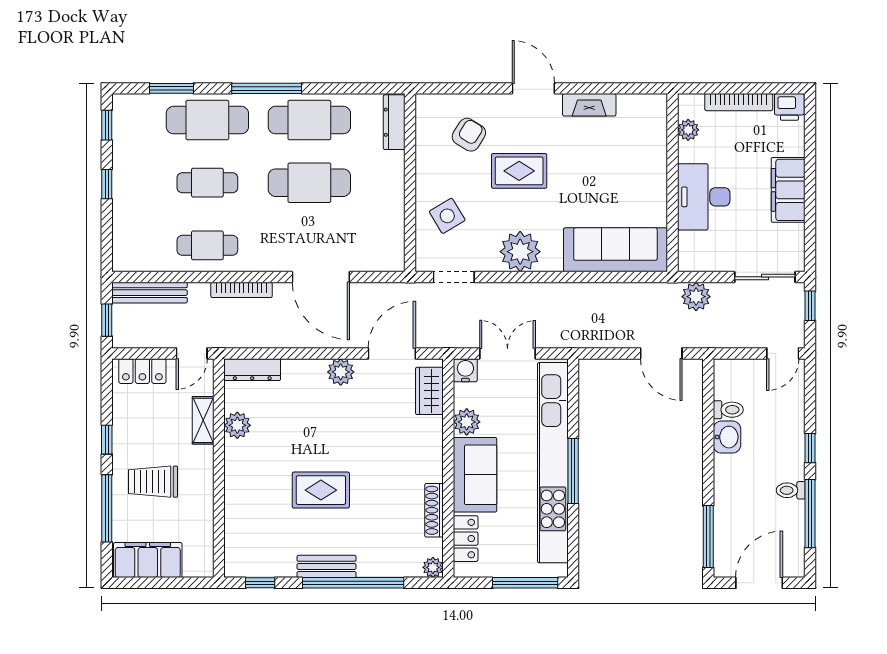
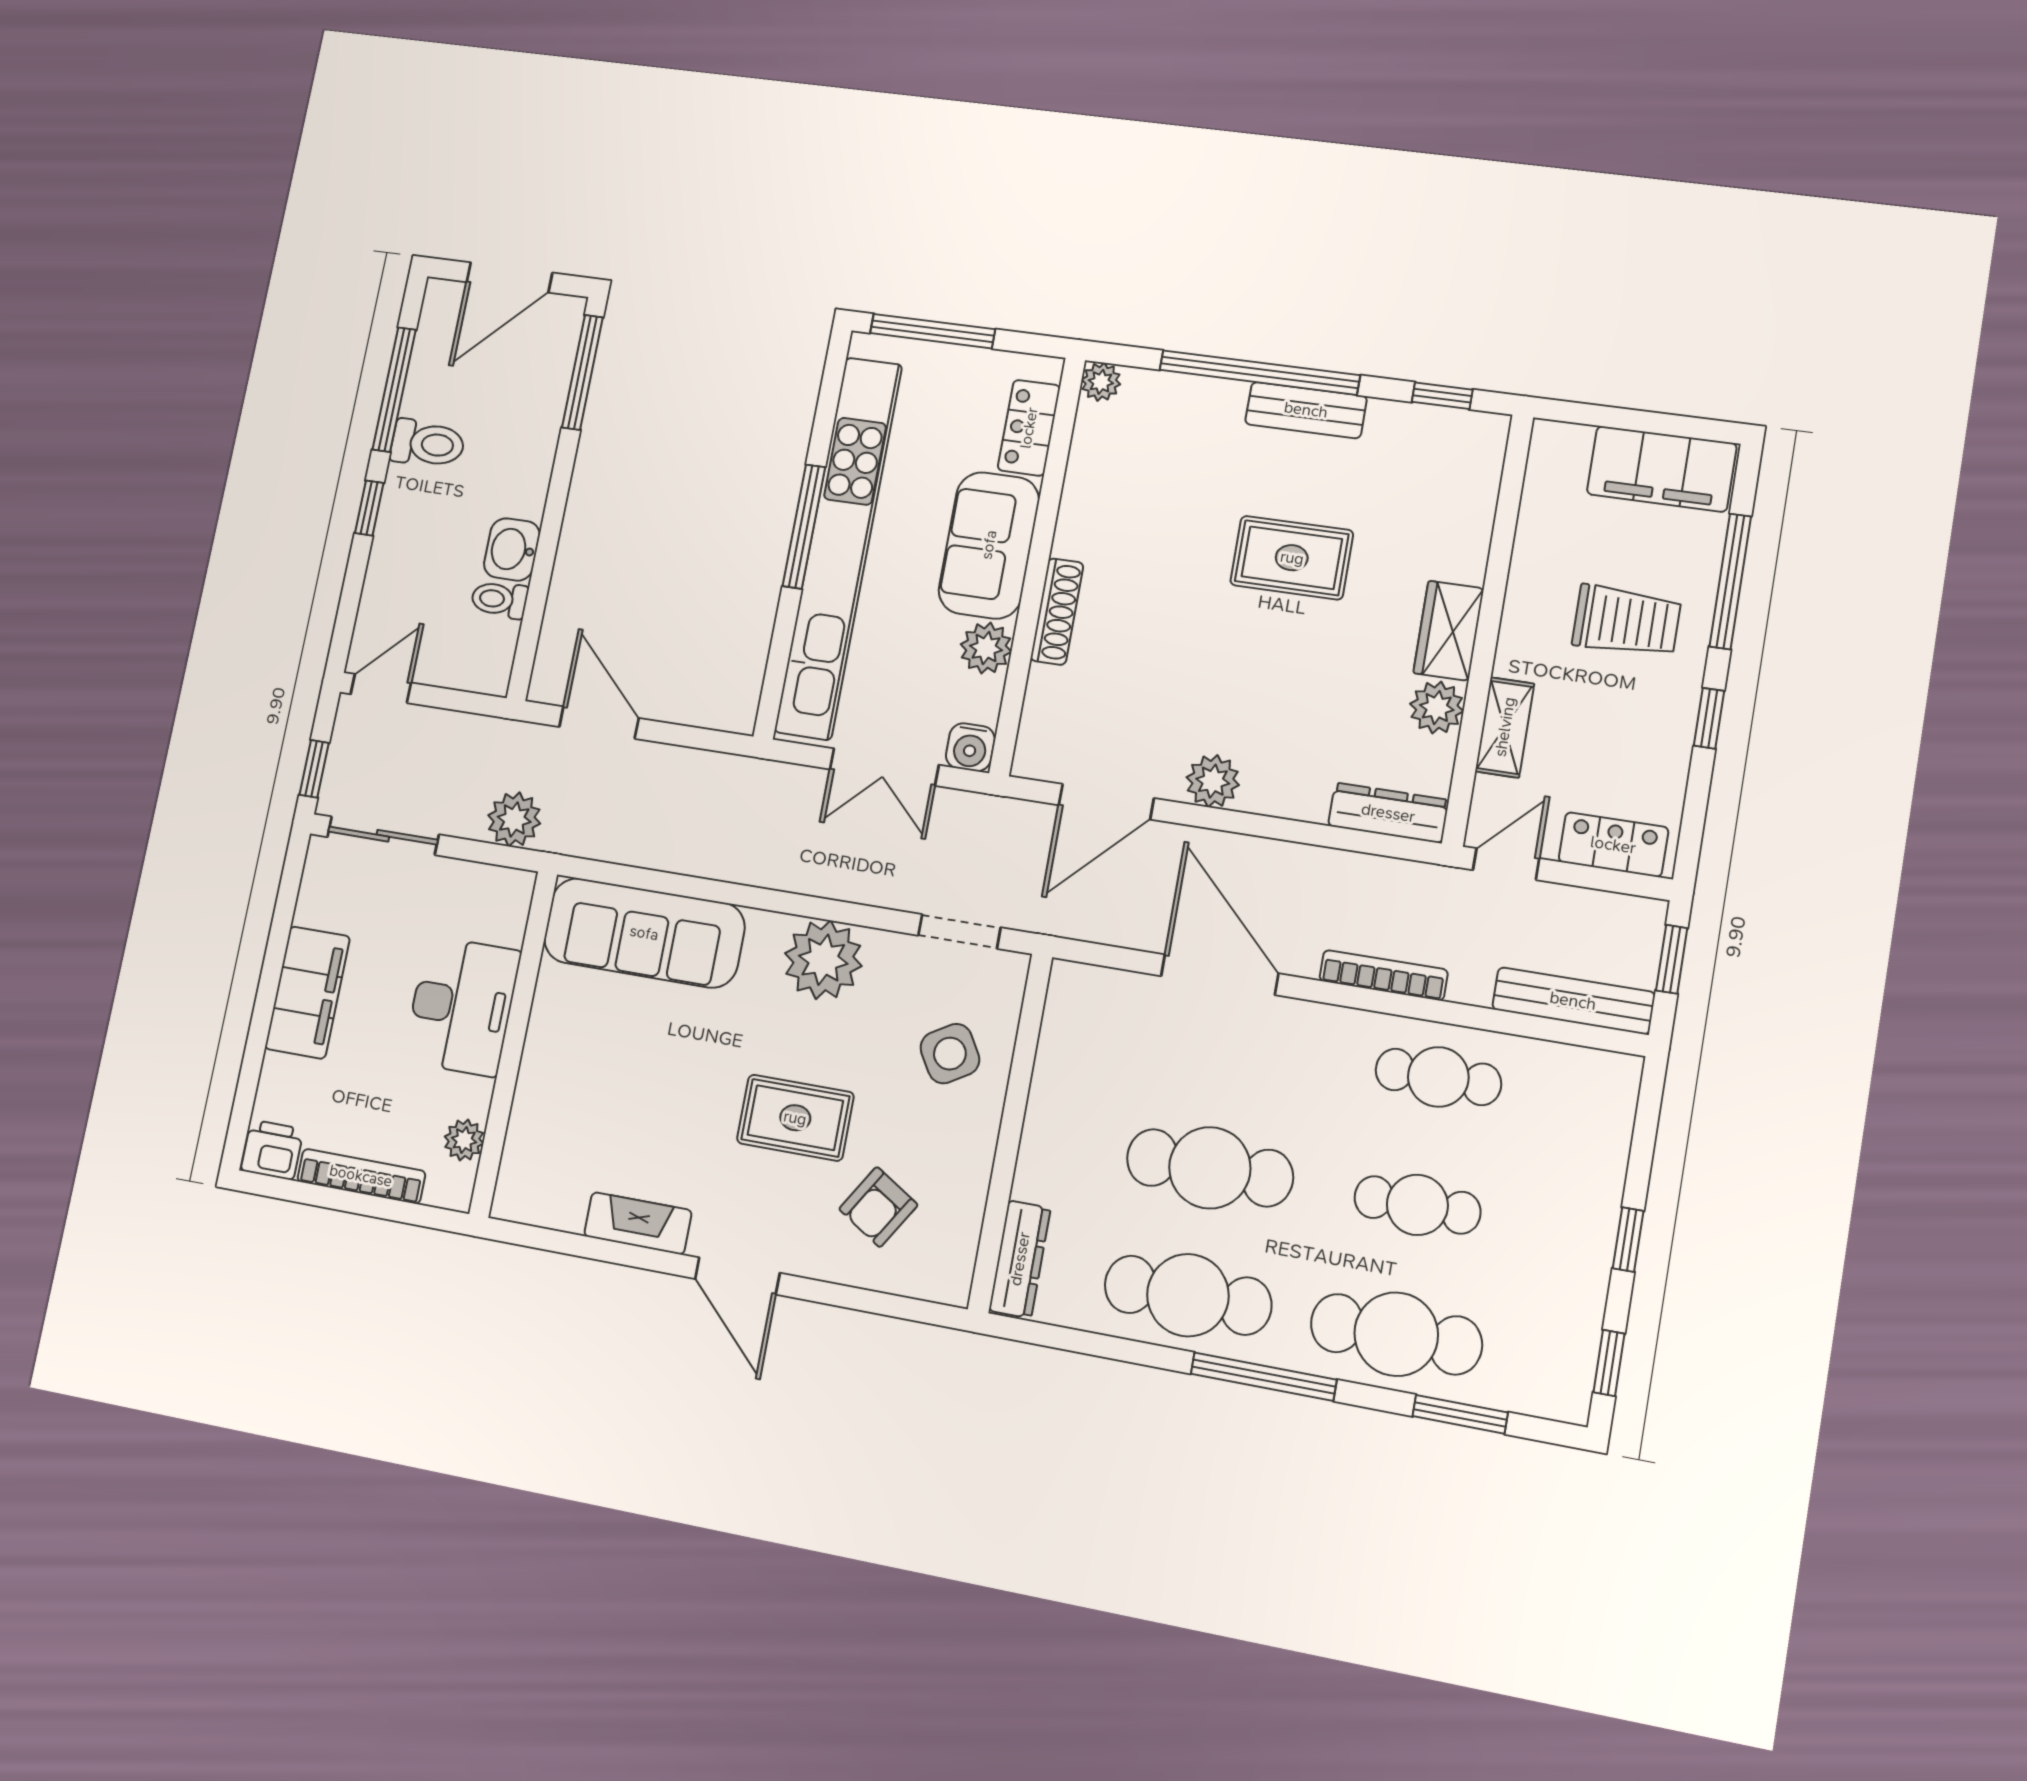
wardrobe: (429, 391) -> (1449, 631), moved, turned 180
toilet: (791, 490) -> (428, 444), width x1.37, depth x1.39
shoe rack: (434, 510) -> (1057, 612), moved

